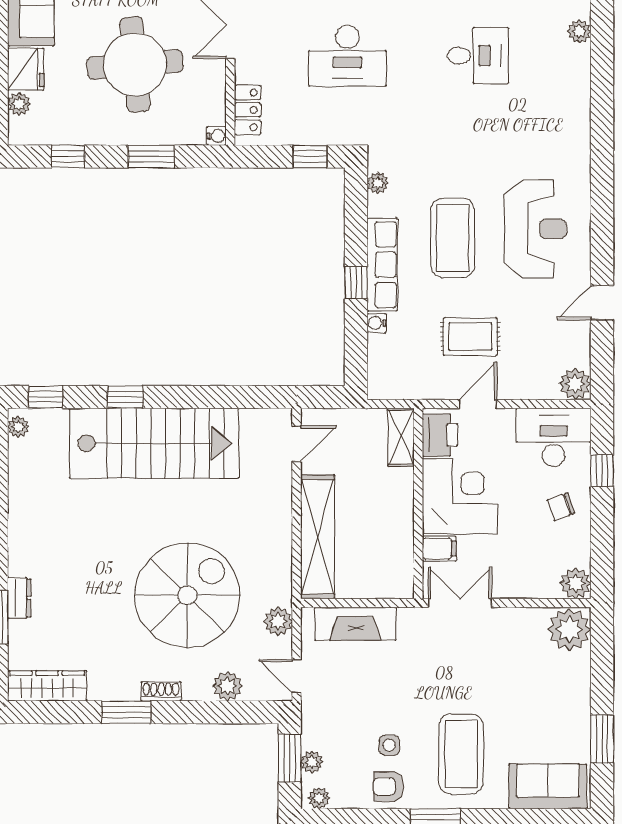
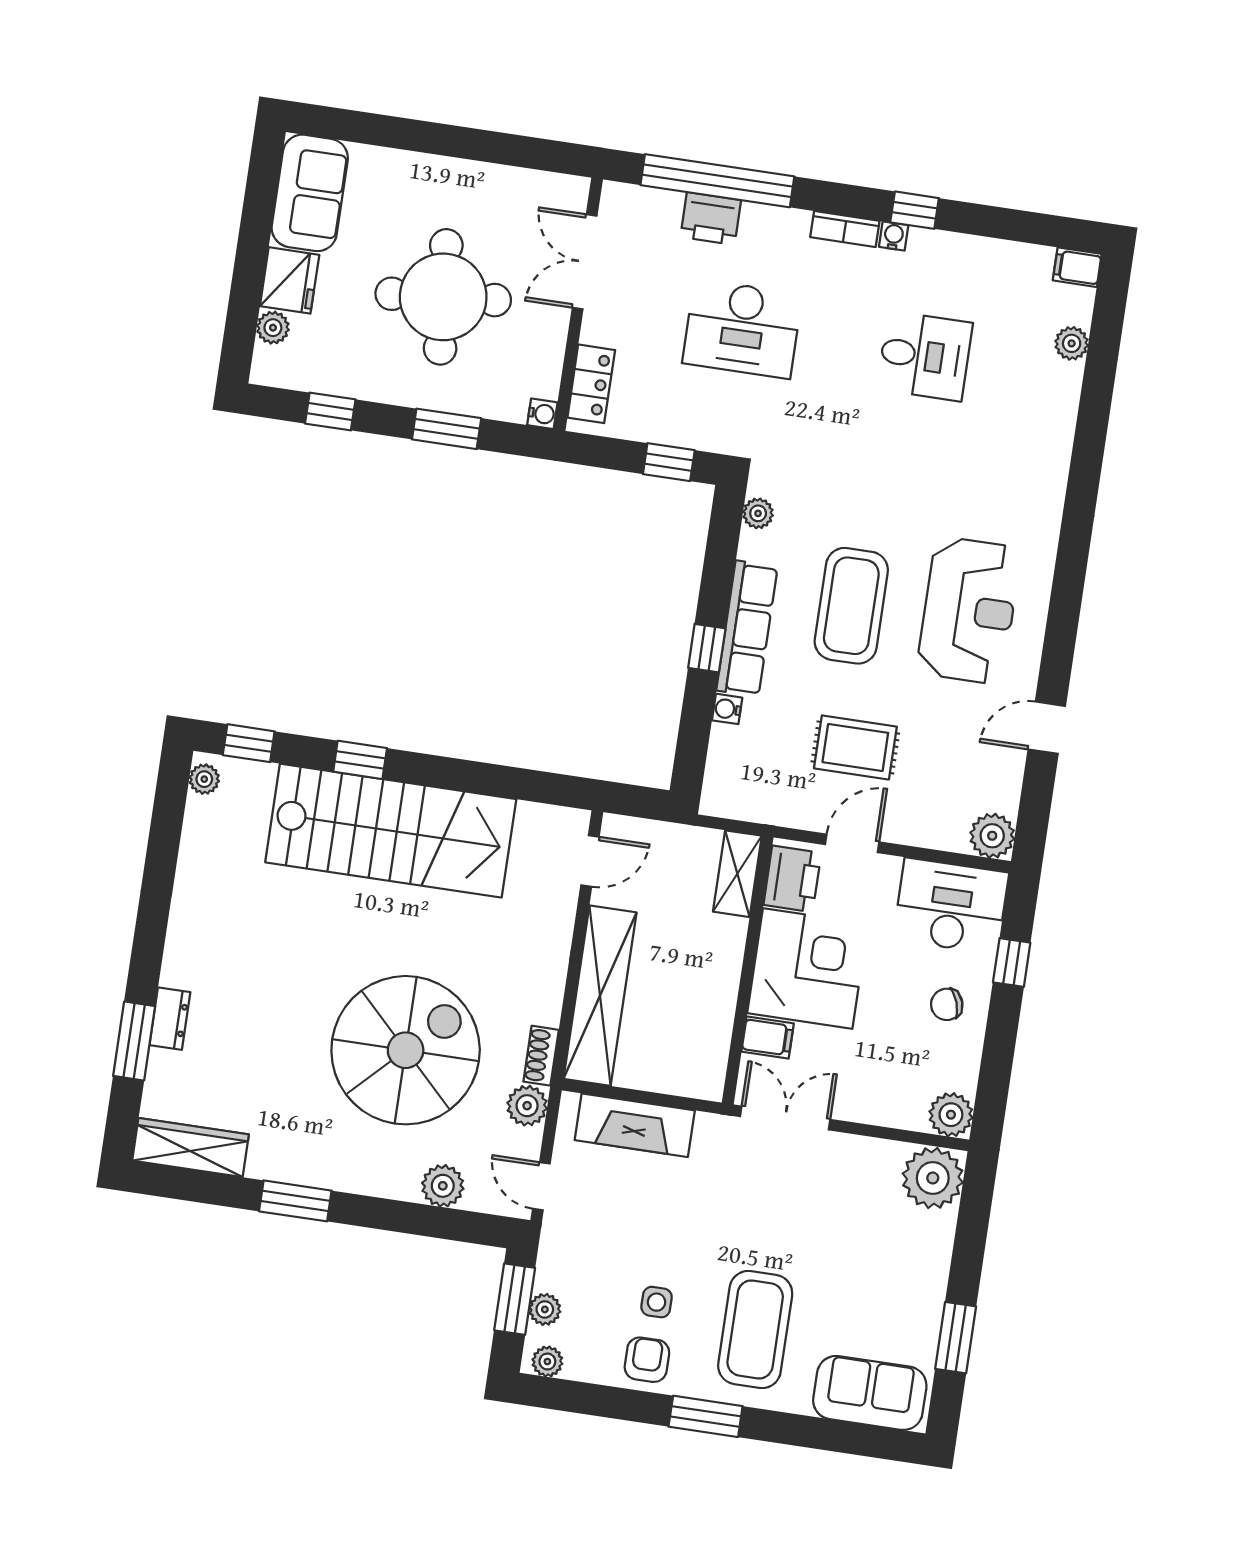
shoe rack: (161, 691) -> (541, 1056), moved, turned -90
armchair: (388, 786) -> (647, 1360), turned 90

